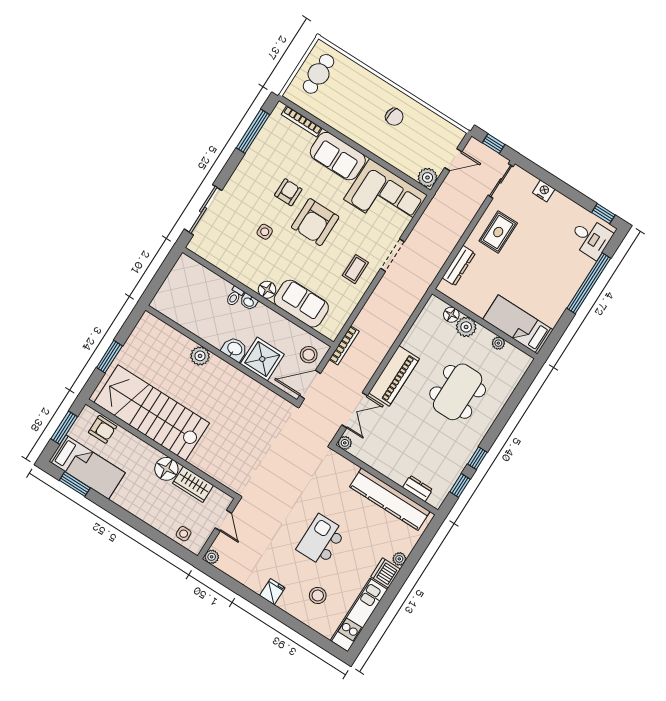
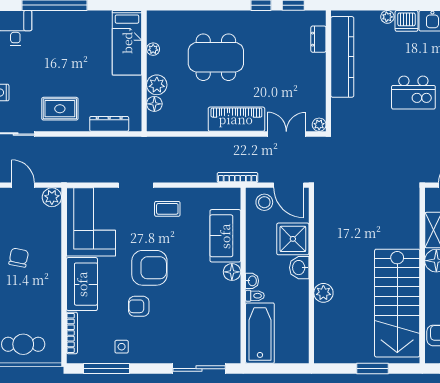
side table: (265, 232) -> (122, 347), moved
bathtub: (200, 280) -> (260, 333), added

